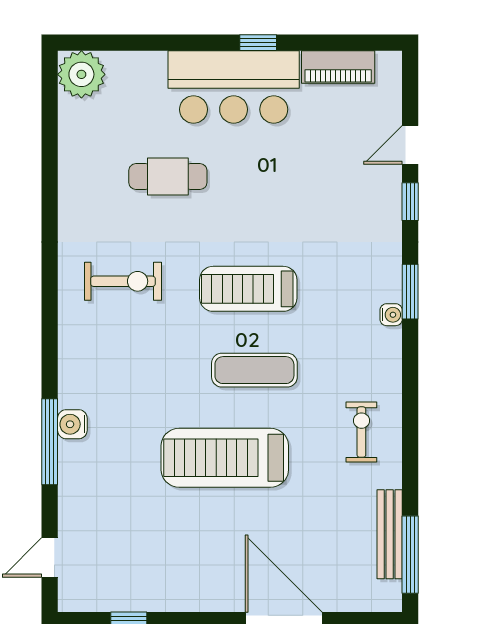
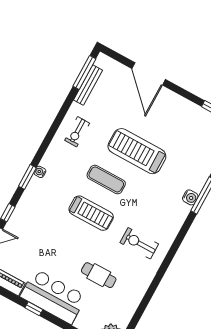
treadmill: (225, 458) -> (137, 151), turned 180

